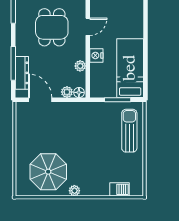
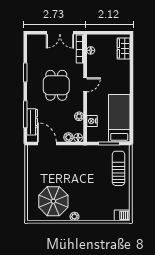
nightstand: (96, 55) -> (92, 121), moved
barbecue: (120, 189) -> (122, 215), moved

